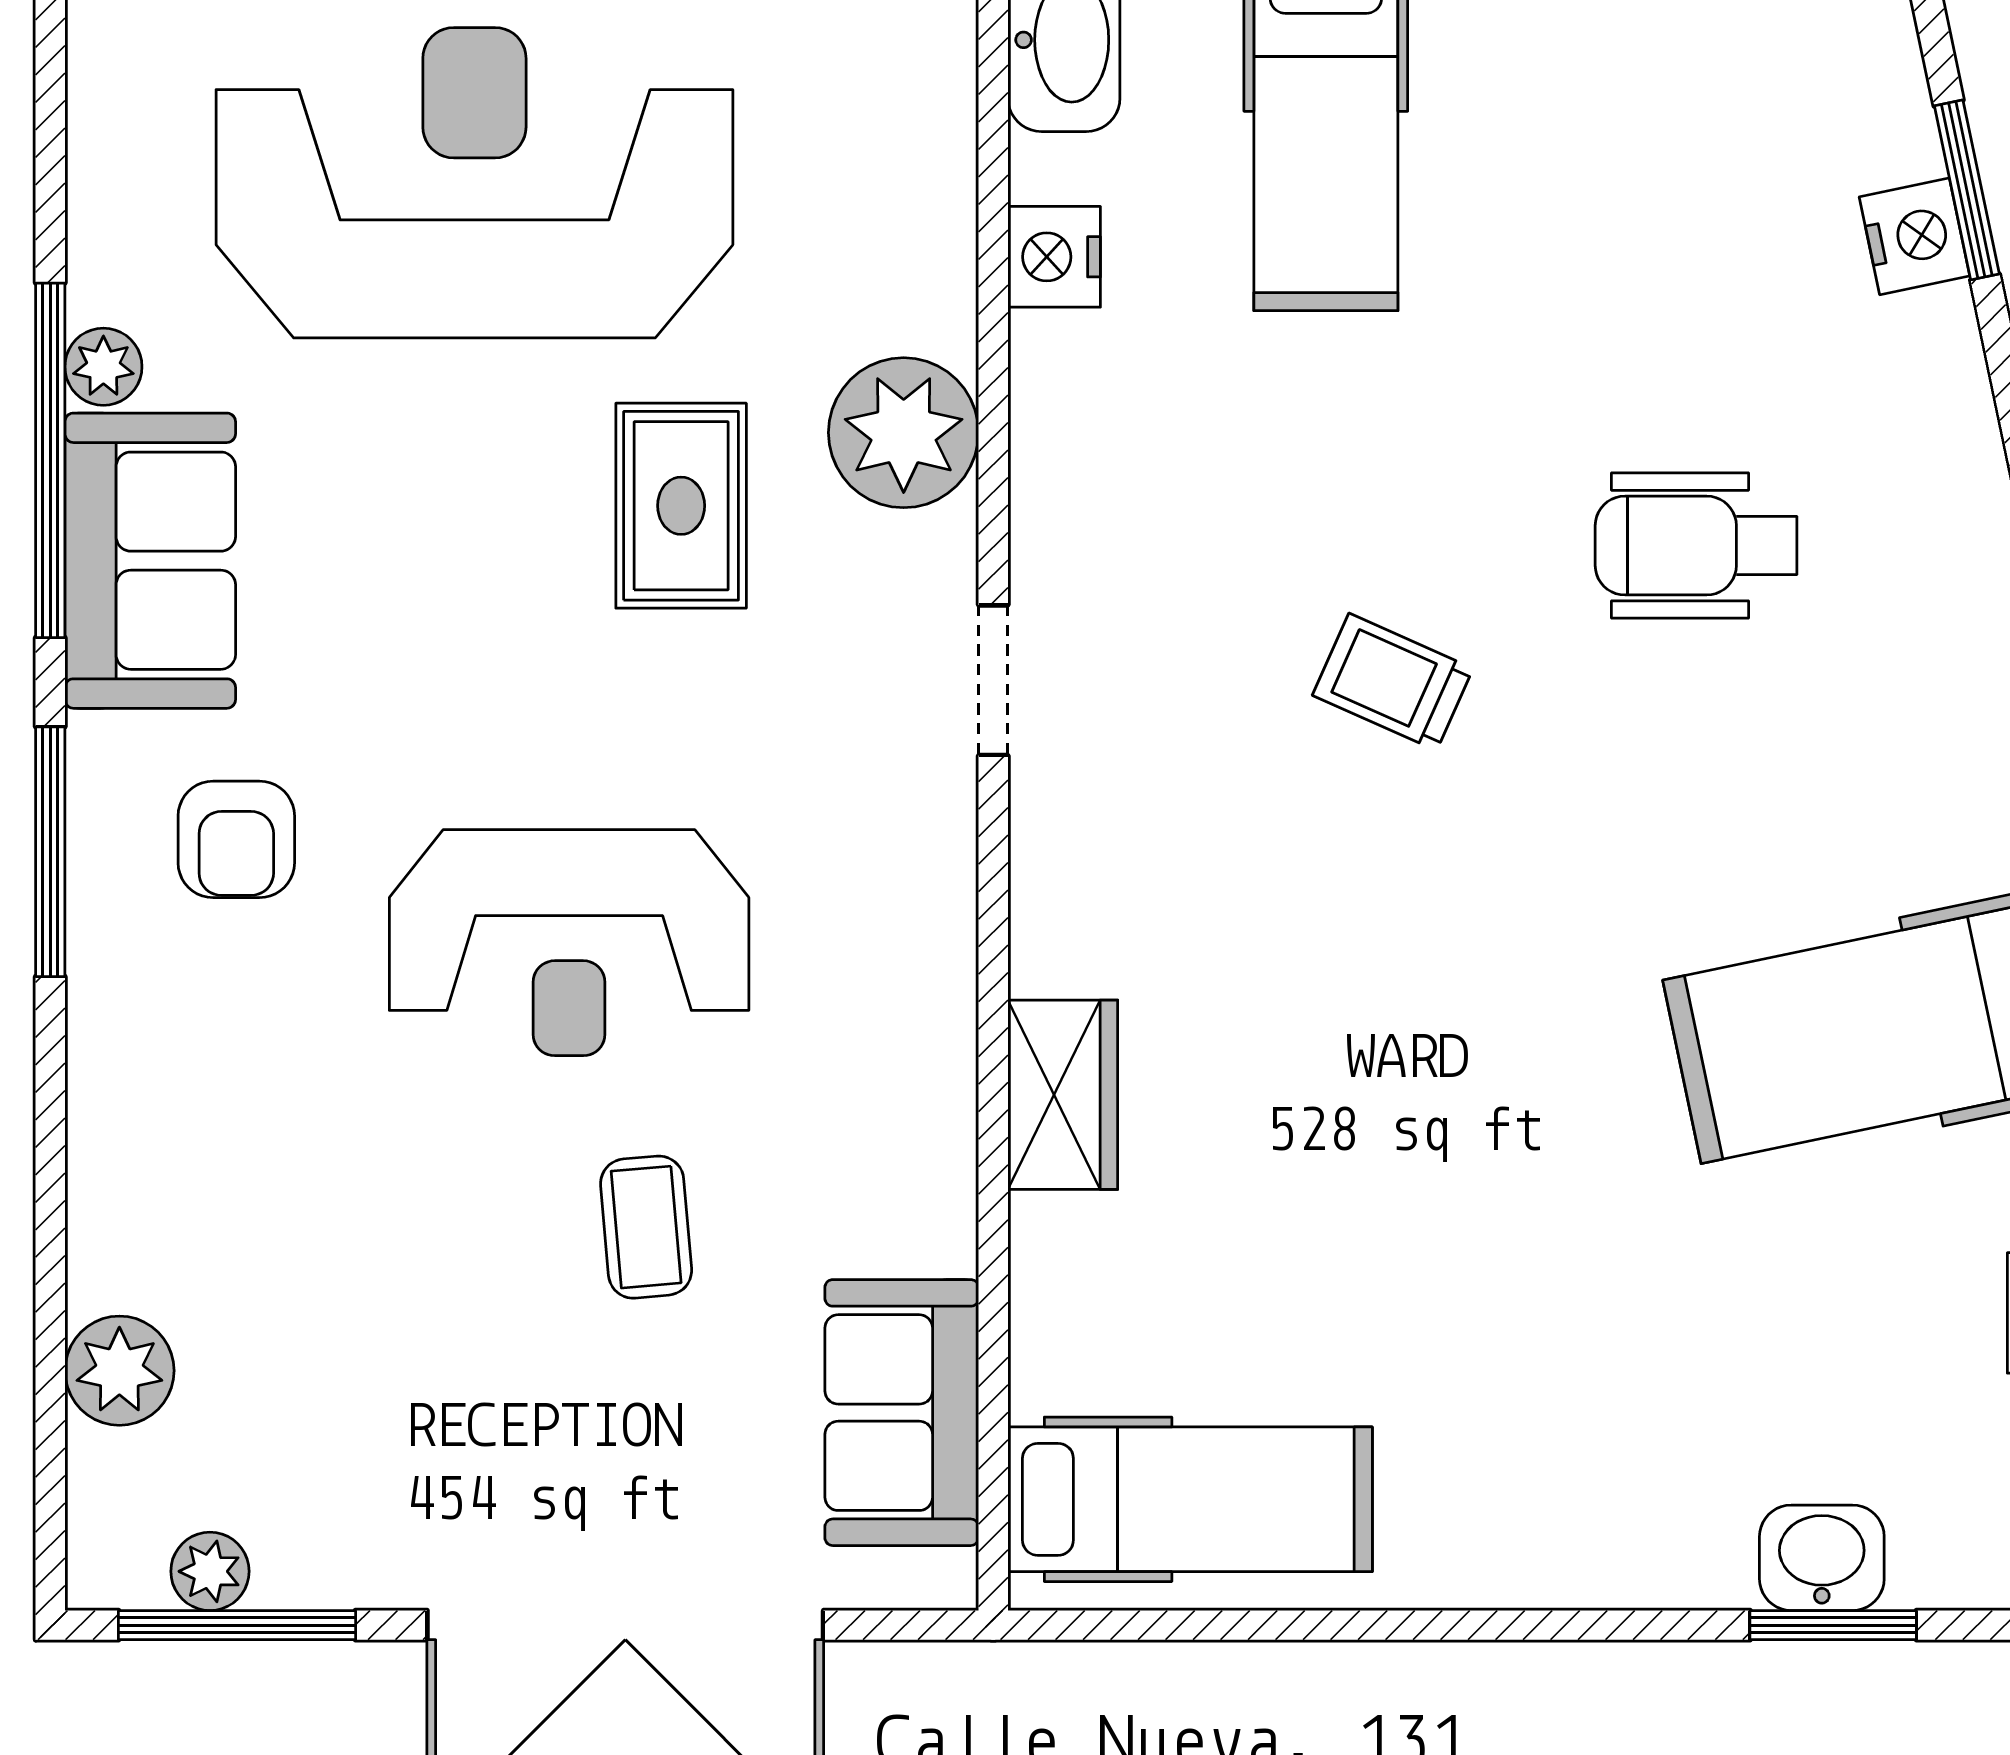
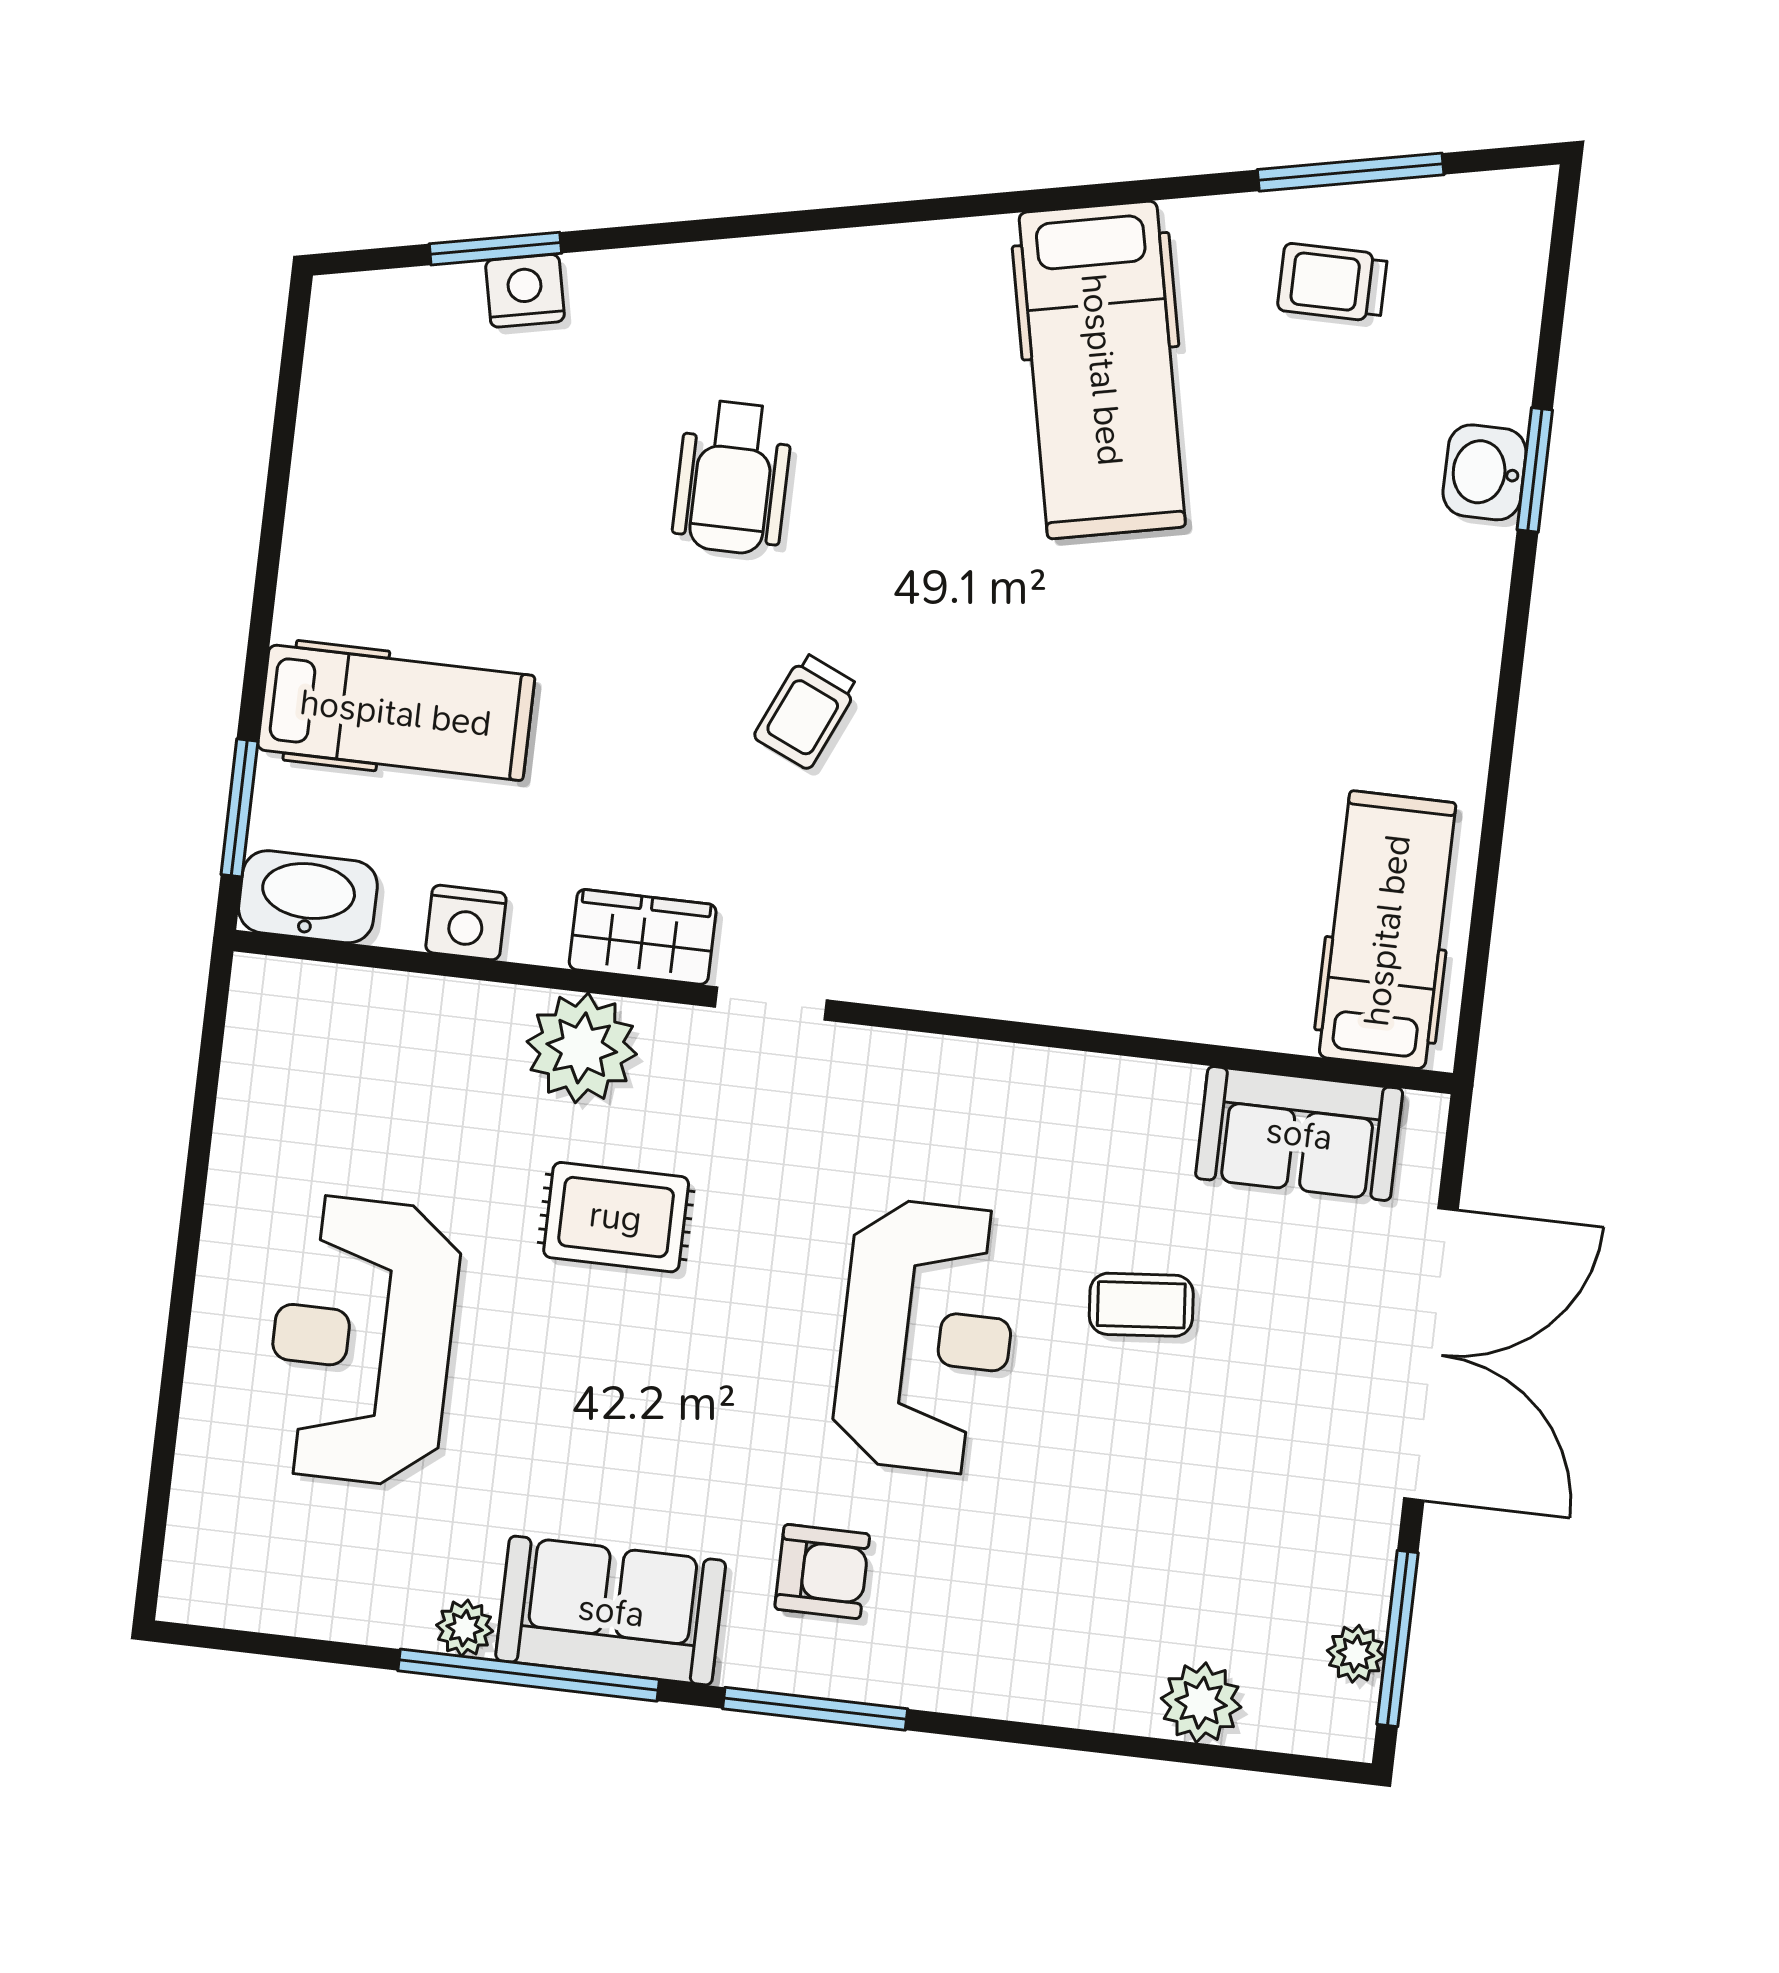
reception desk: (474, 183) -> (362, 1341), width x0.74, depth x0.77
wardrobe: (1063, 1095) -> (643, 937), moved

